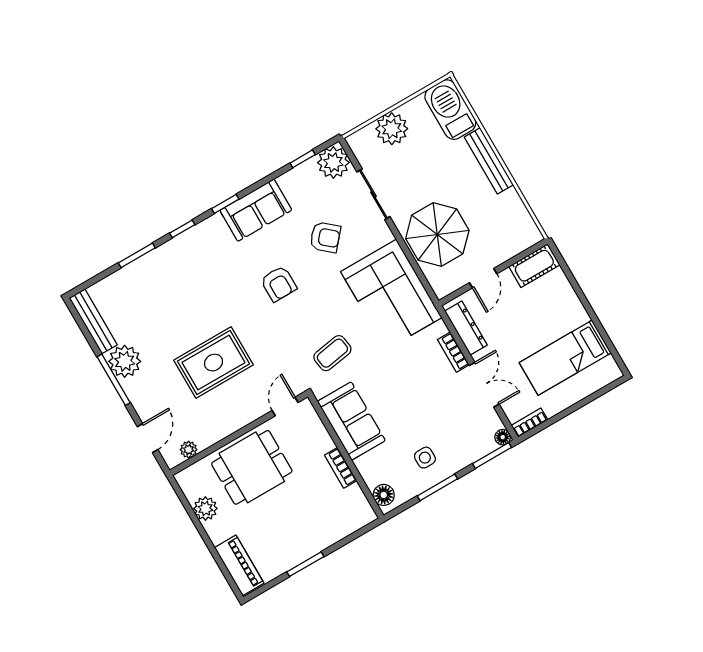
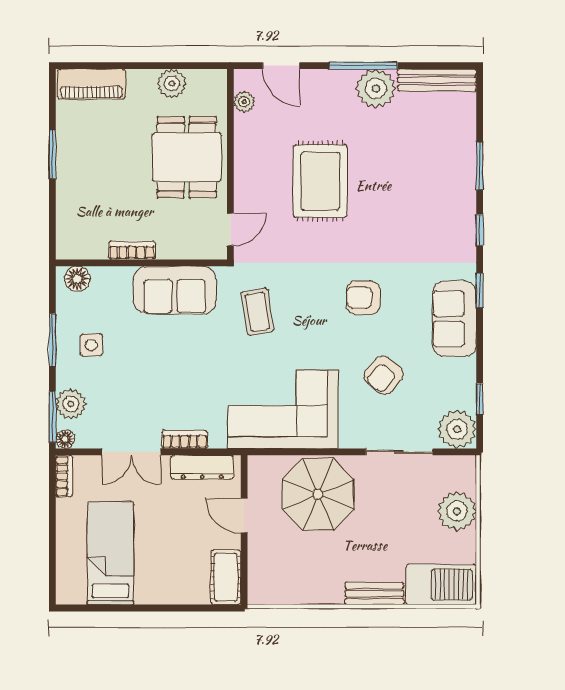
bench: (489, 161) -> (374, 593), width x0.73
door: (285, 406) -> (230, 229), hinge flipped
plant: (475, 448) -> (71, 404), added

